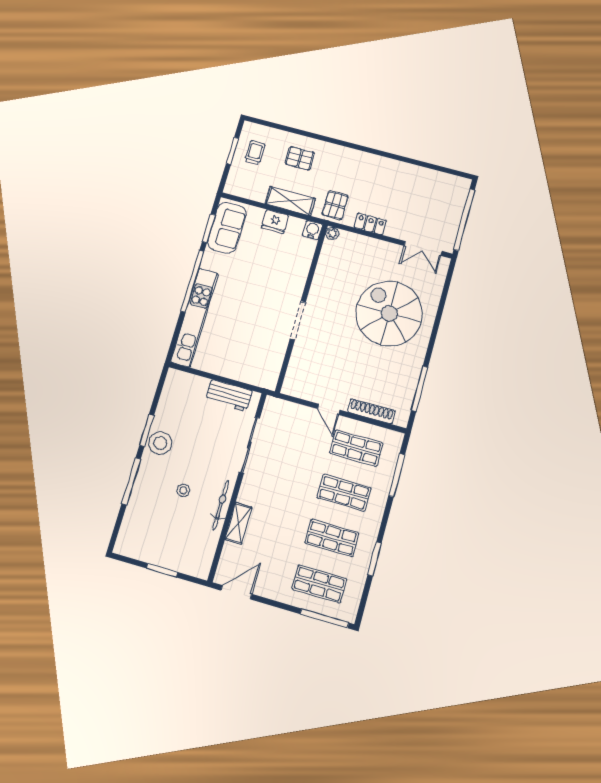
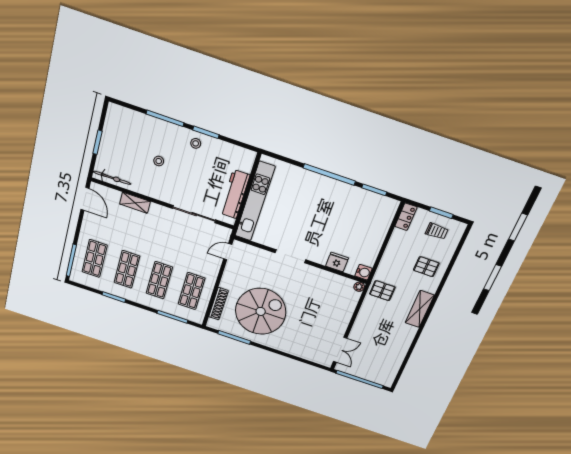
pallet: (300, 158) -> (426, 267), turned 90
shelving: (290, 201) -> (420, 309), moved
fridge: (275, 222) -> (337, 262), moved, turned 90
locker: (370, 224) -> (406, 217), moved
sofa: (227, 228) -> (373, 205), removed
double door: (423, 248) -> (340, 350), swing flipped
spiral stairs: (389, 313) -> (261, 311), moved
kitchen unit: (195, 318) -> (255, 202), moved, turned -90
workbench: (229, 396) -> (235, 194), width x1.37
door: (329, 409) -> (228, 252), moved
stool: (160, 443) -> (196, 143), width x0.53, depth x0.53
bicycle: (221, 505) -> (112, 178), moved

